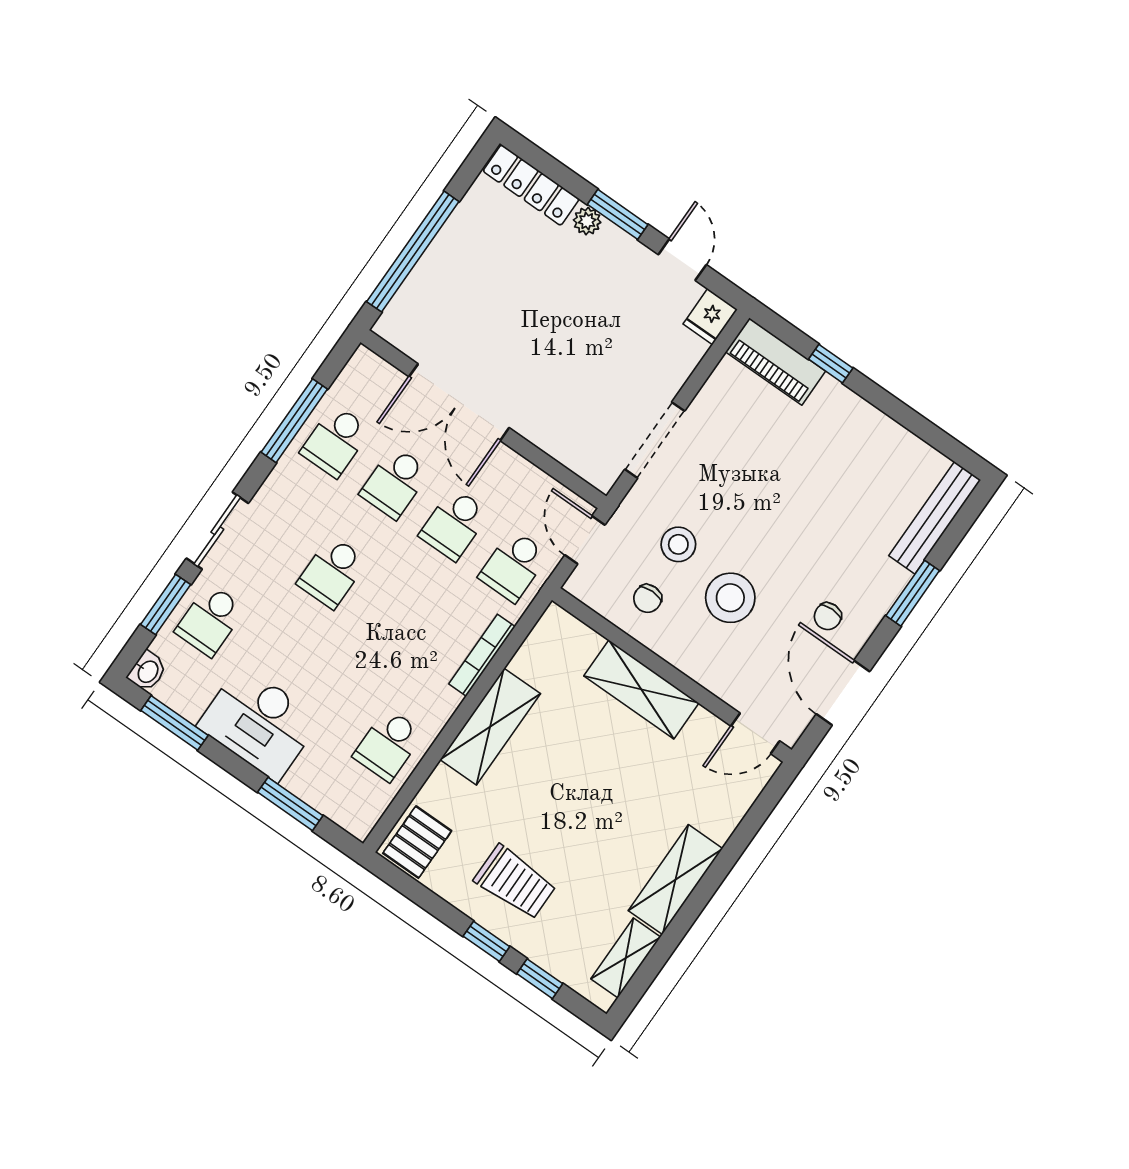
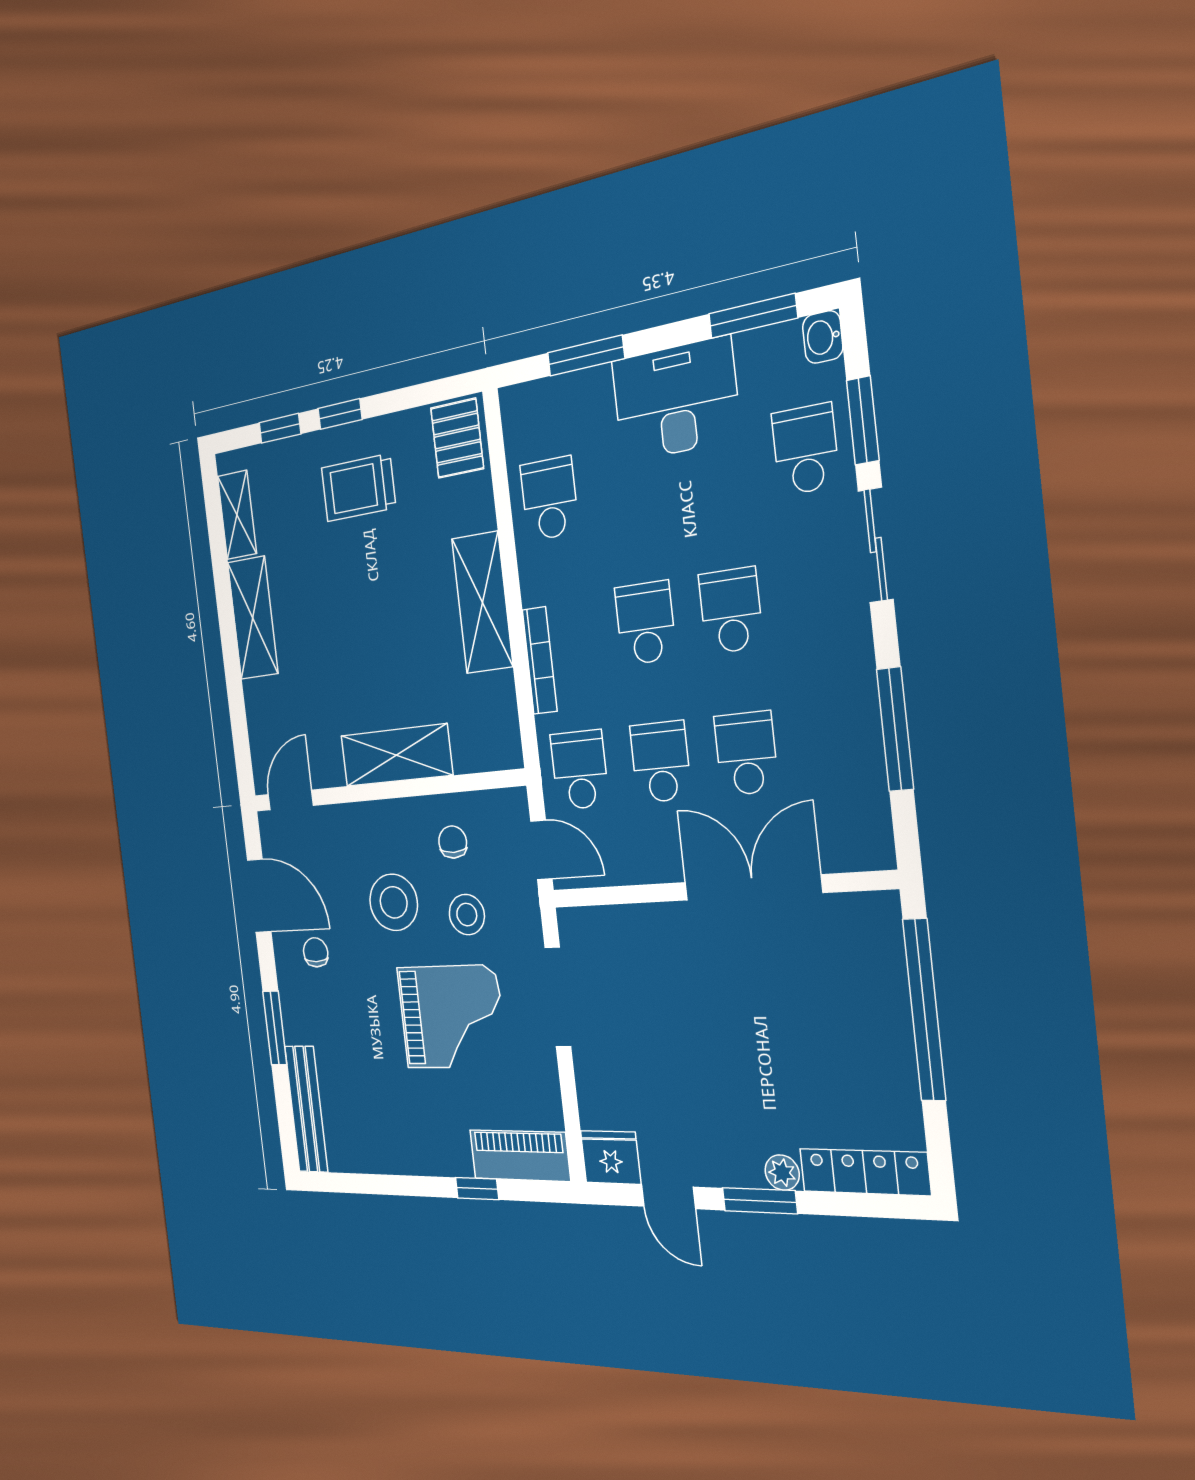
fridge: (710, 317) -> (611, 1157), width x1.38
school desk: (335, 441) -> (645, 623), moved
grand piano: (750, 489) -> (452, 1017), added

